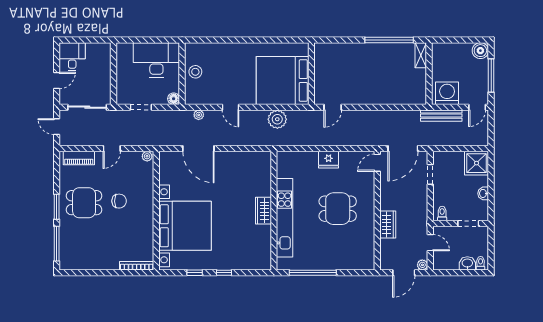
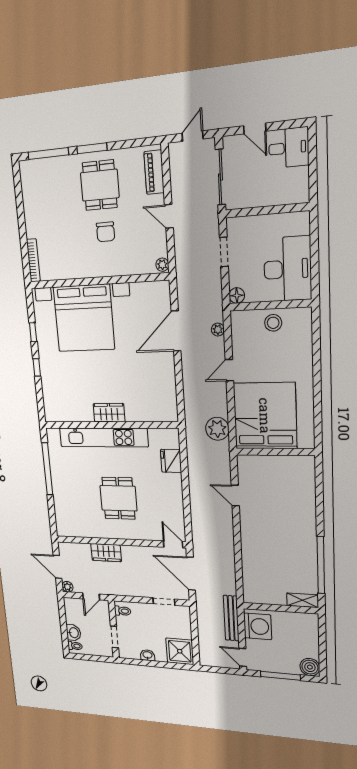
wall: (311, 74) -> (275, 452), moved
bed: (283, 81) -> (265, 416), moved
fridge: (329, 160) -> (171, 461), moved

